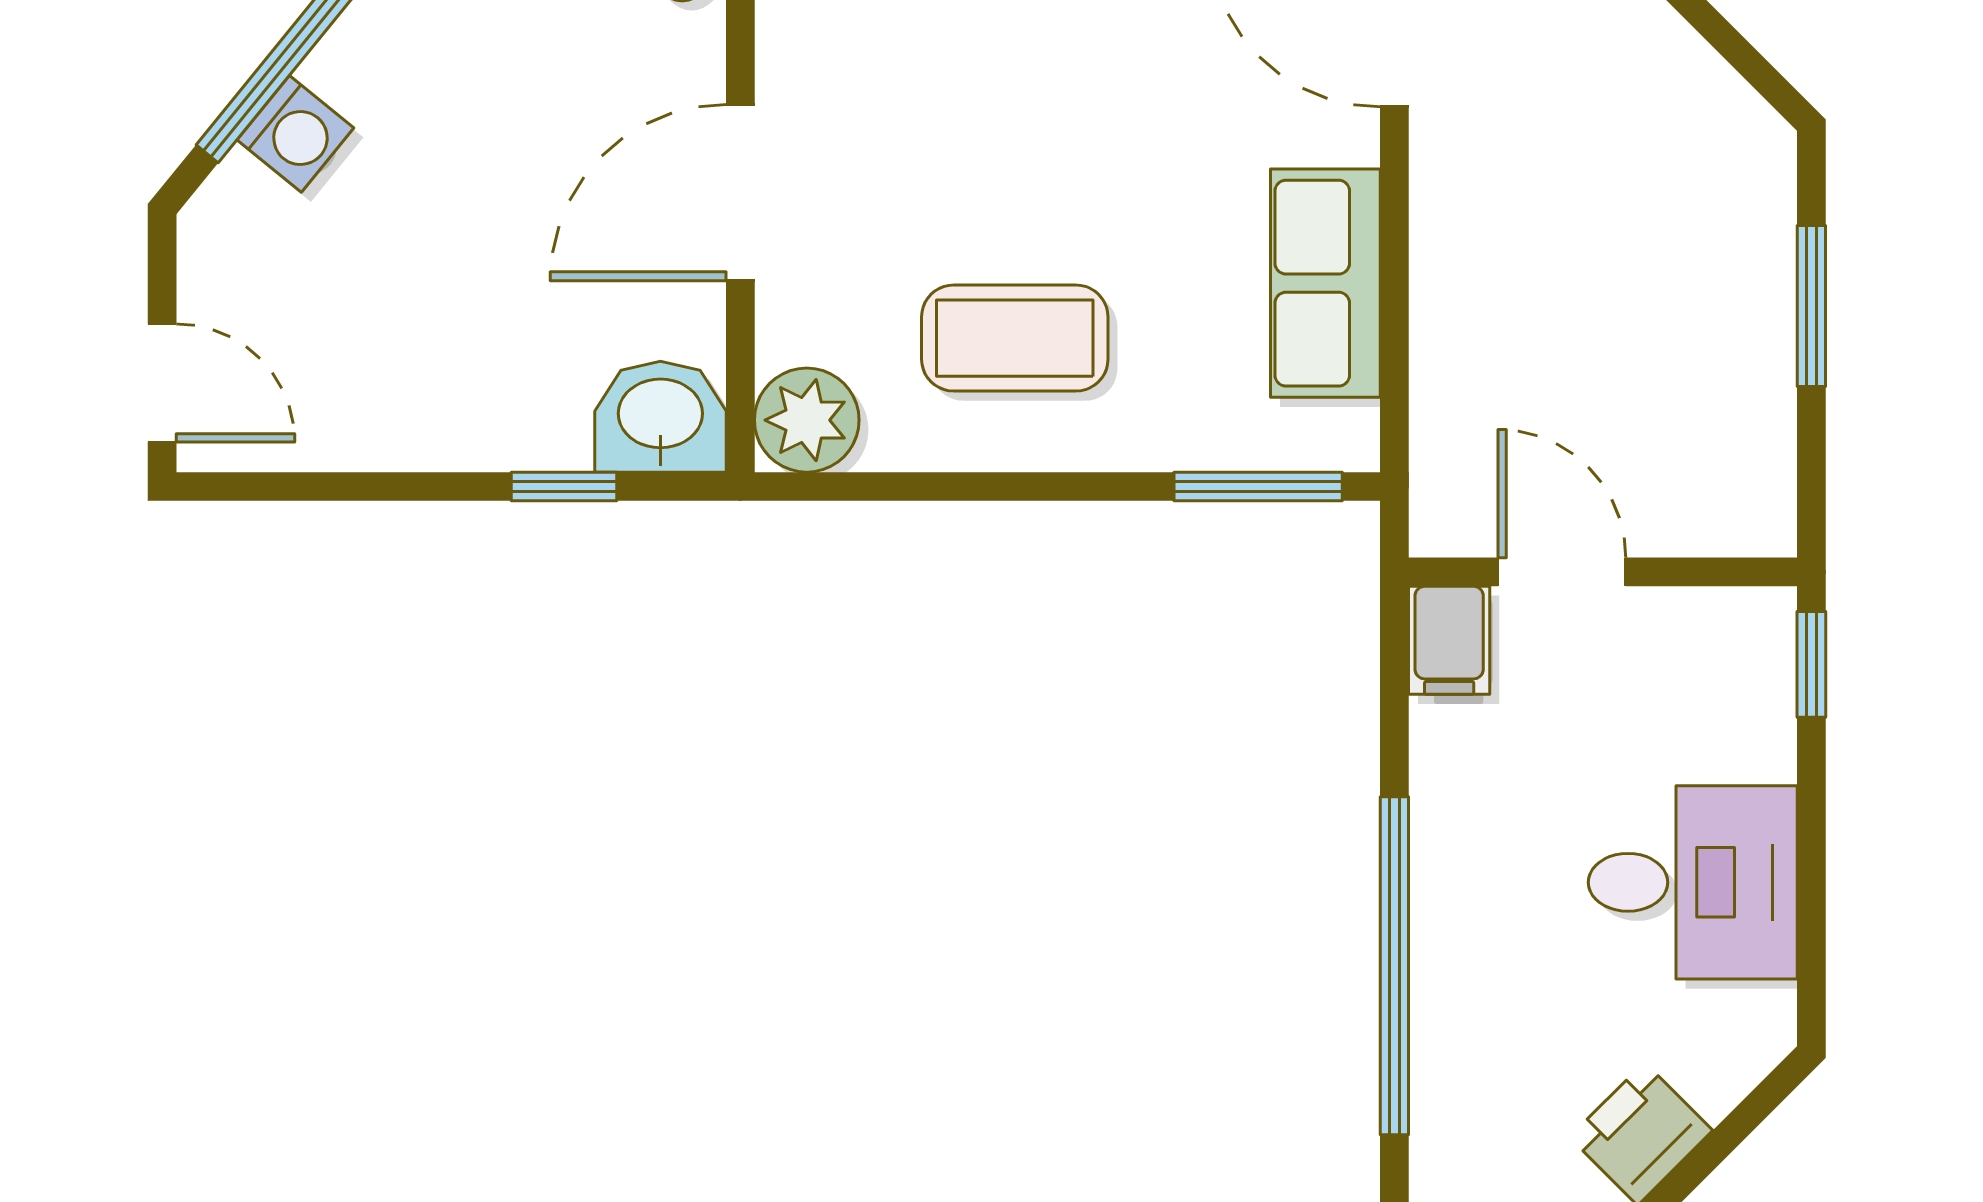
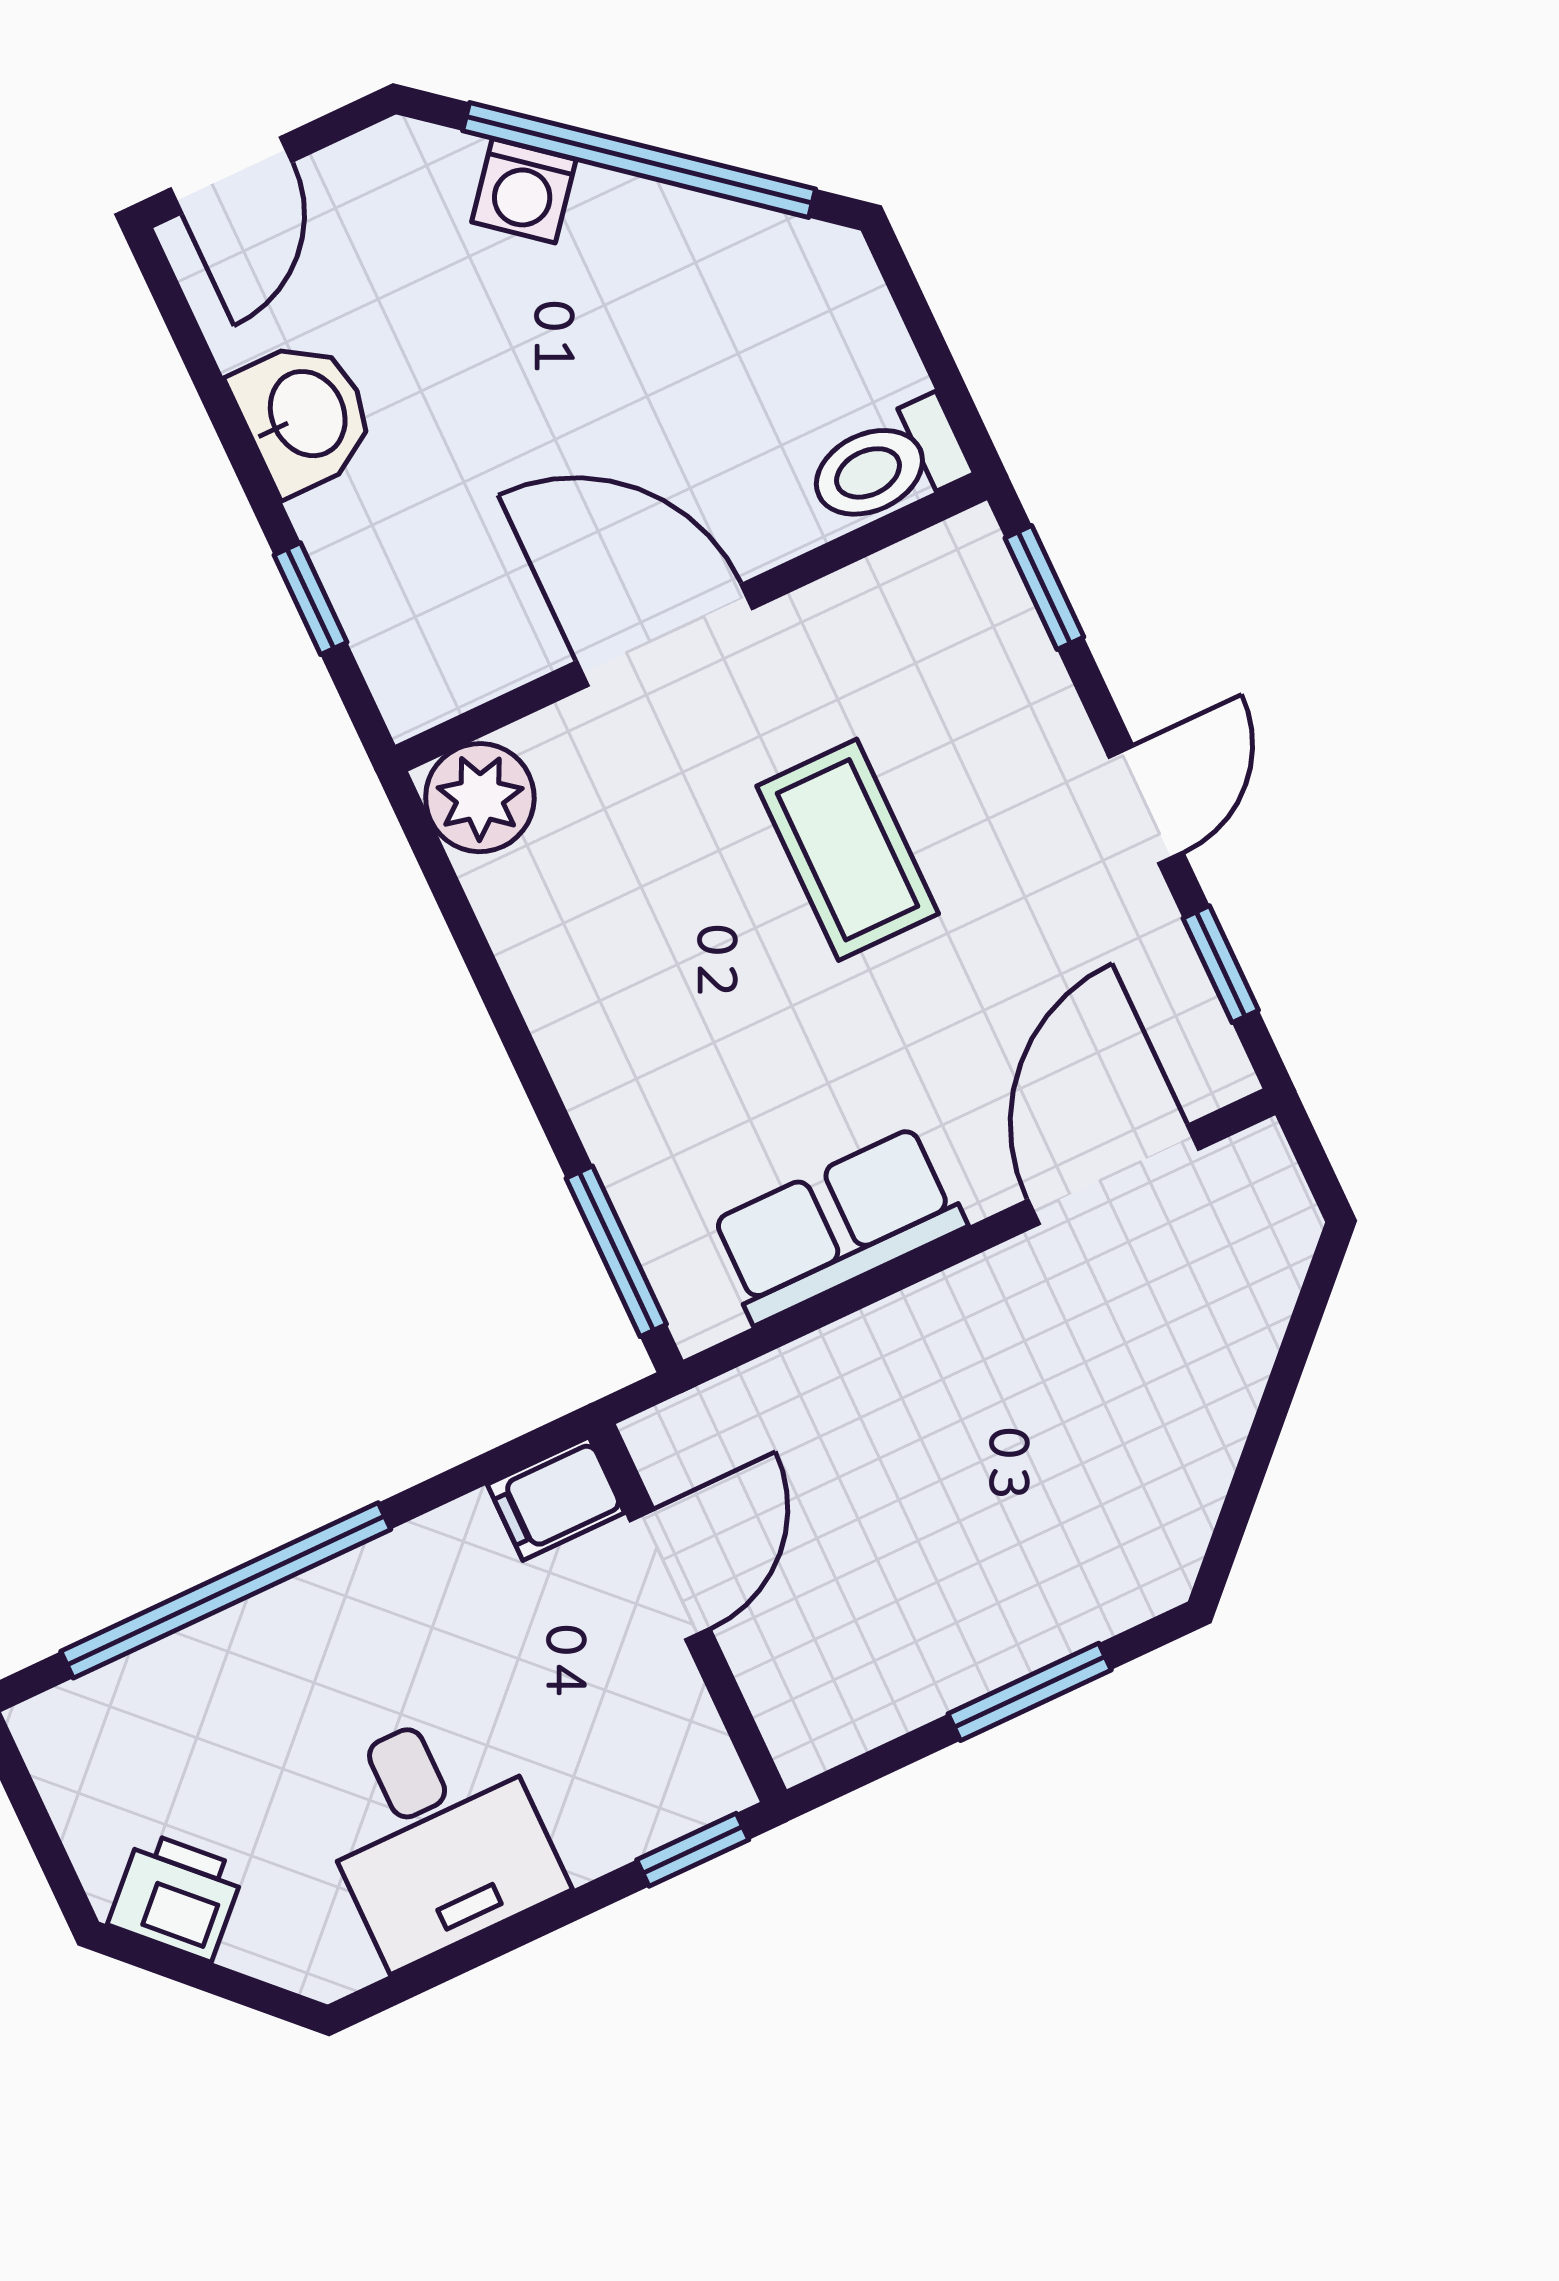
coffee table: (1015, 338) -> (848, 850), moved
washbasin: (660, 417) -> (305, 415), moved

